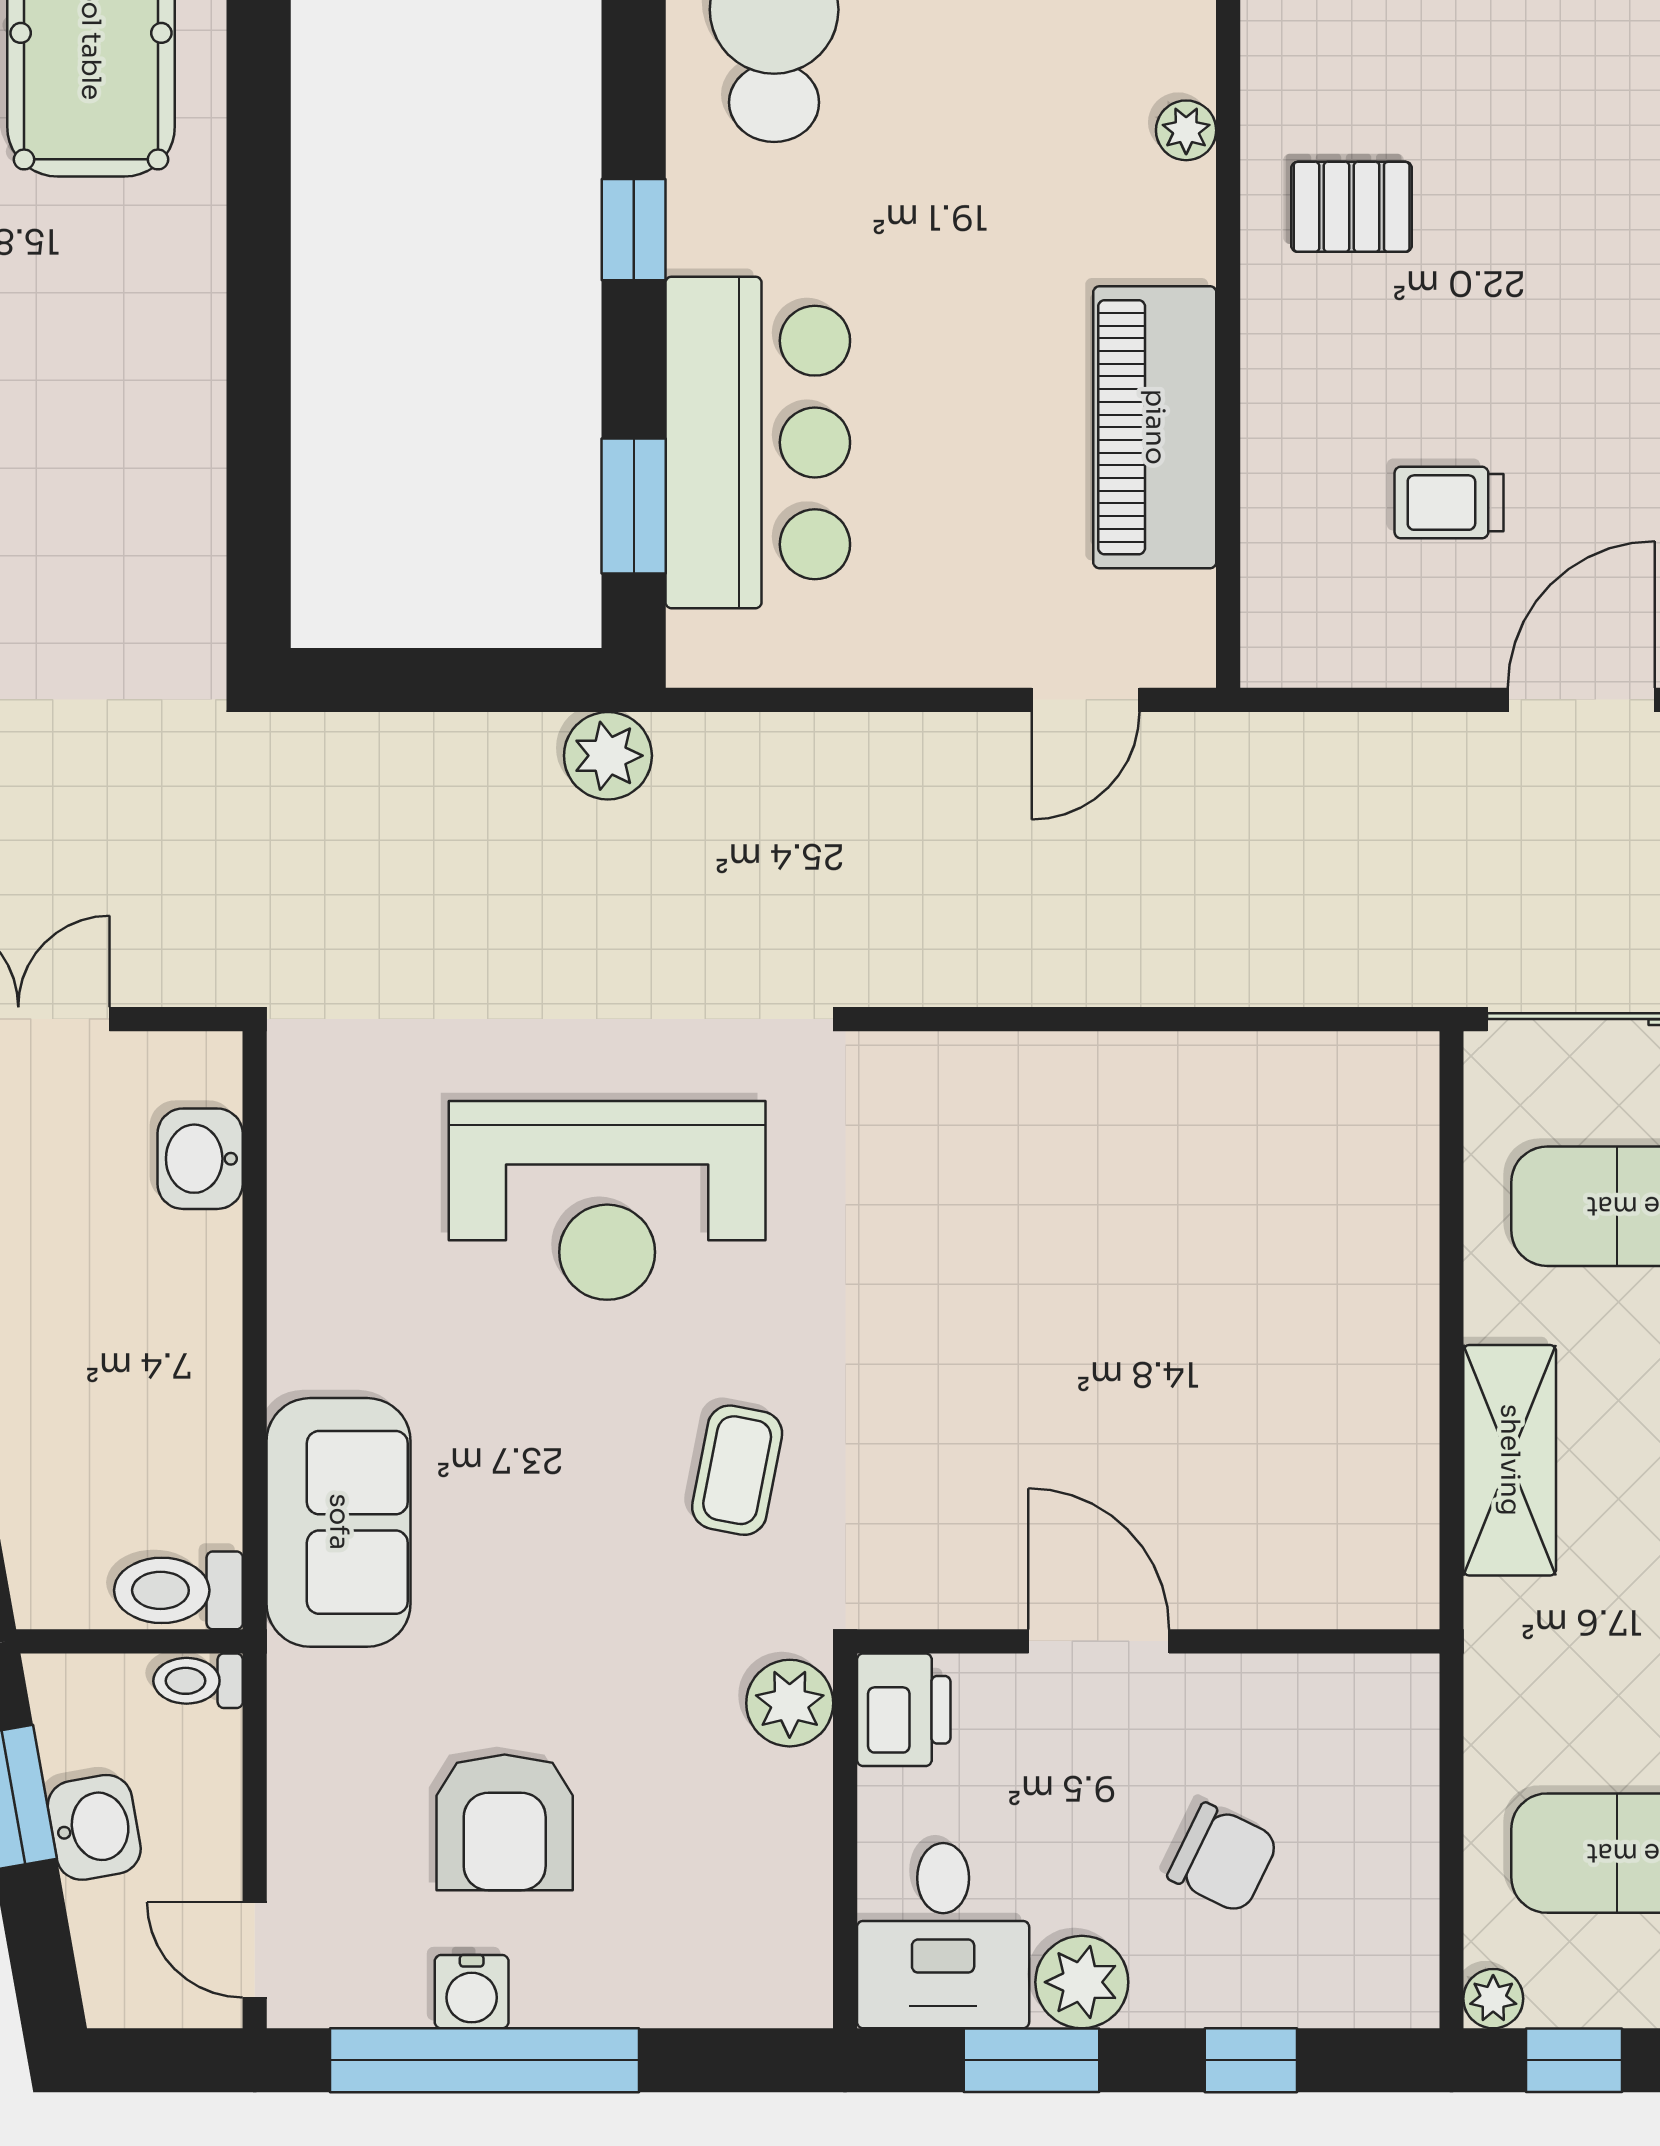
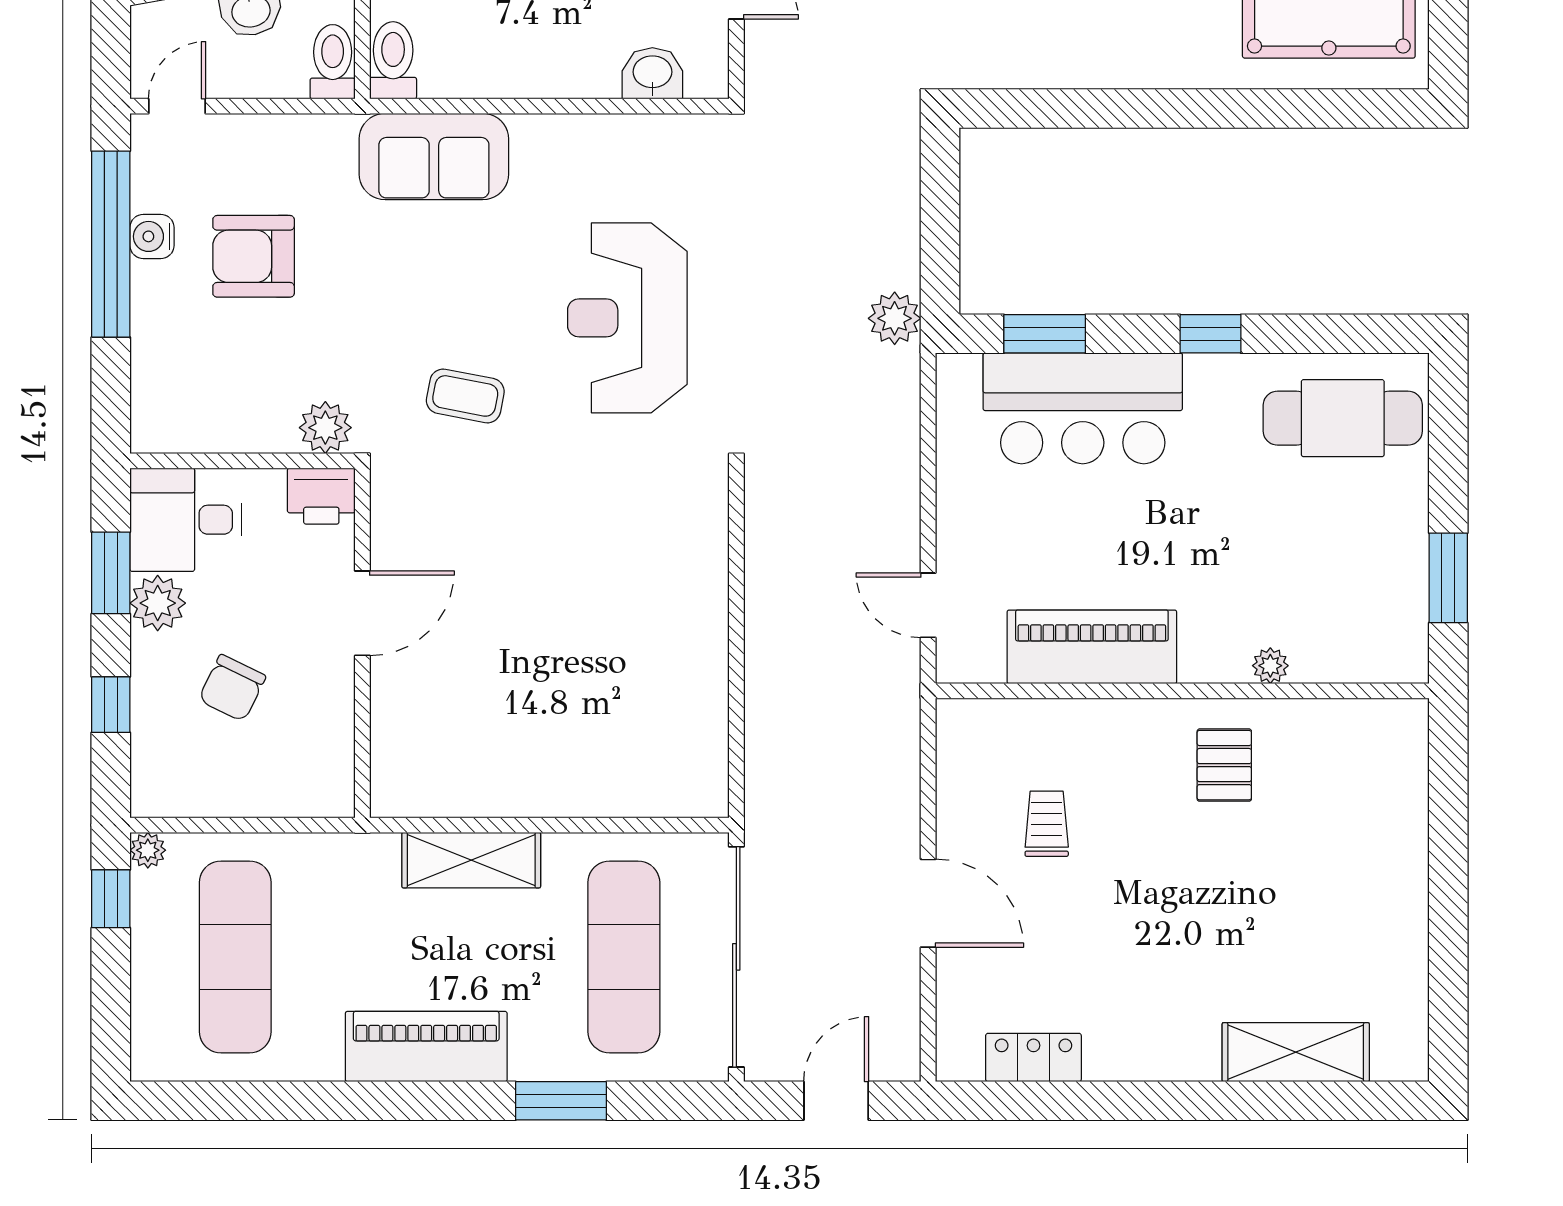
toilet: (198, 1681) -> (333, 62), width x1.37, depth x1.39

